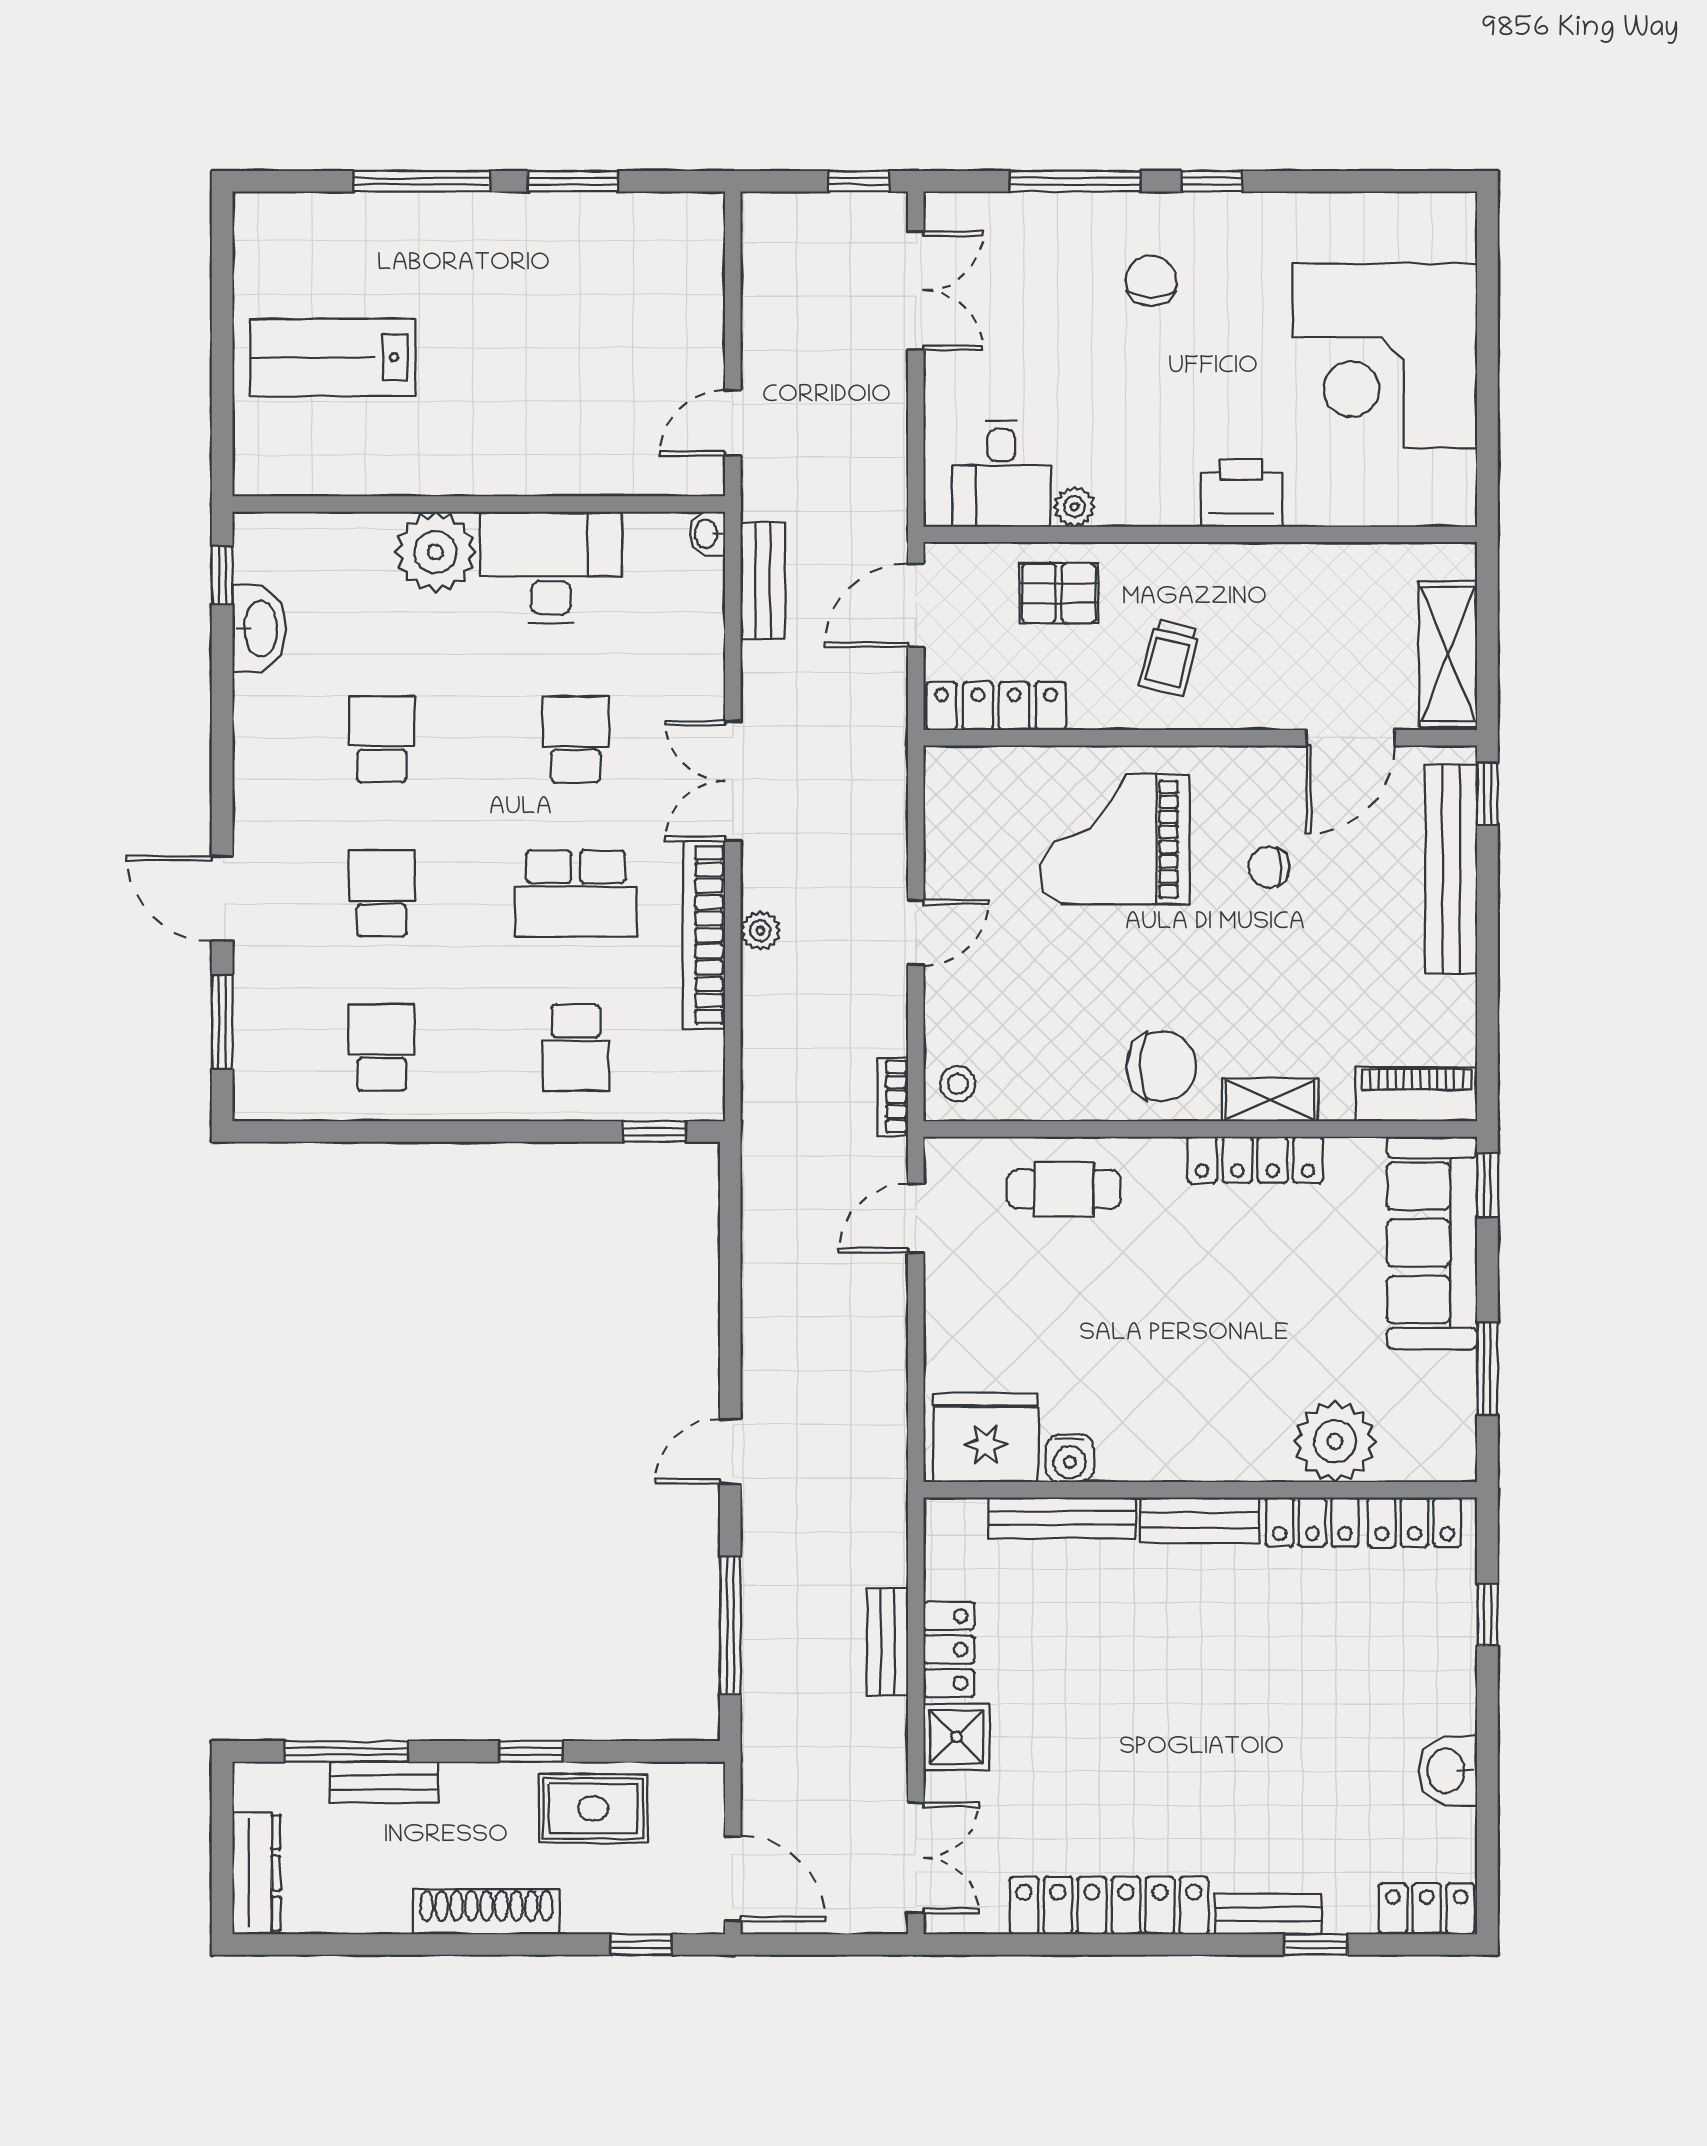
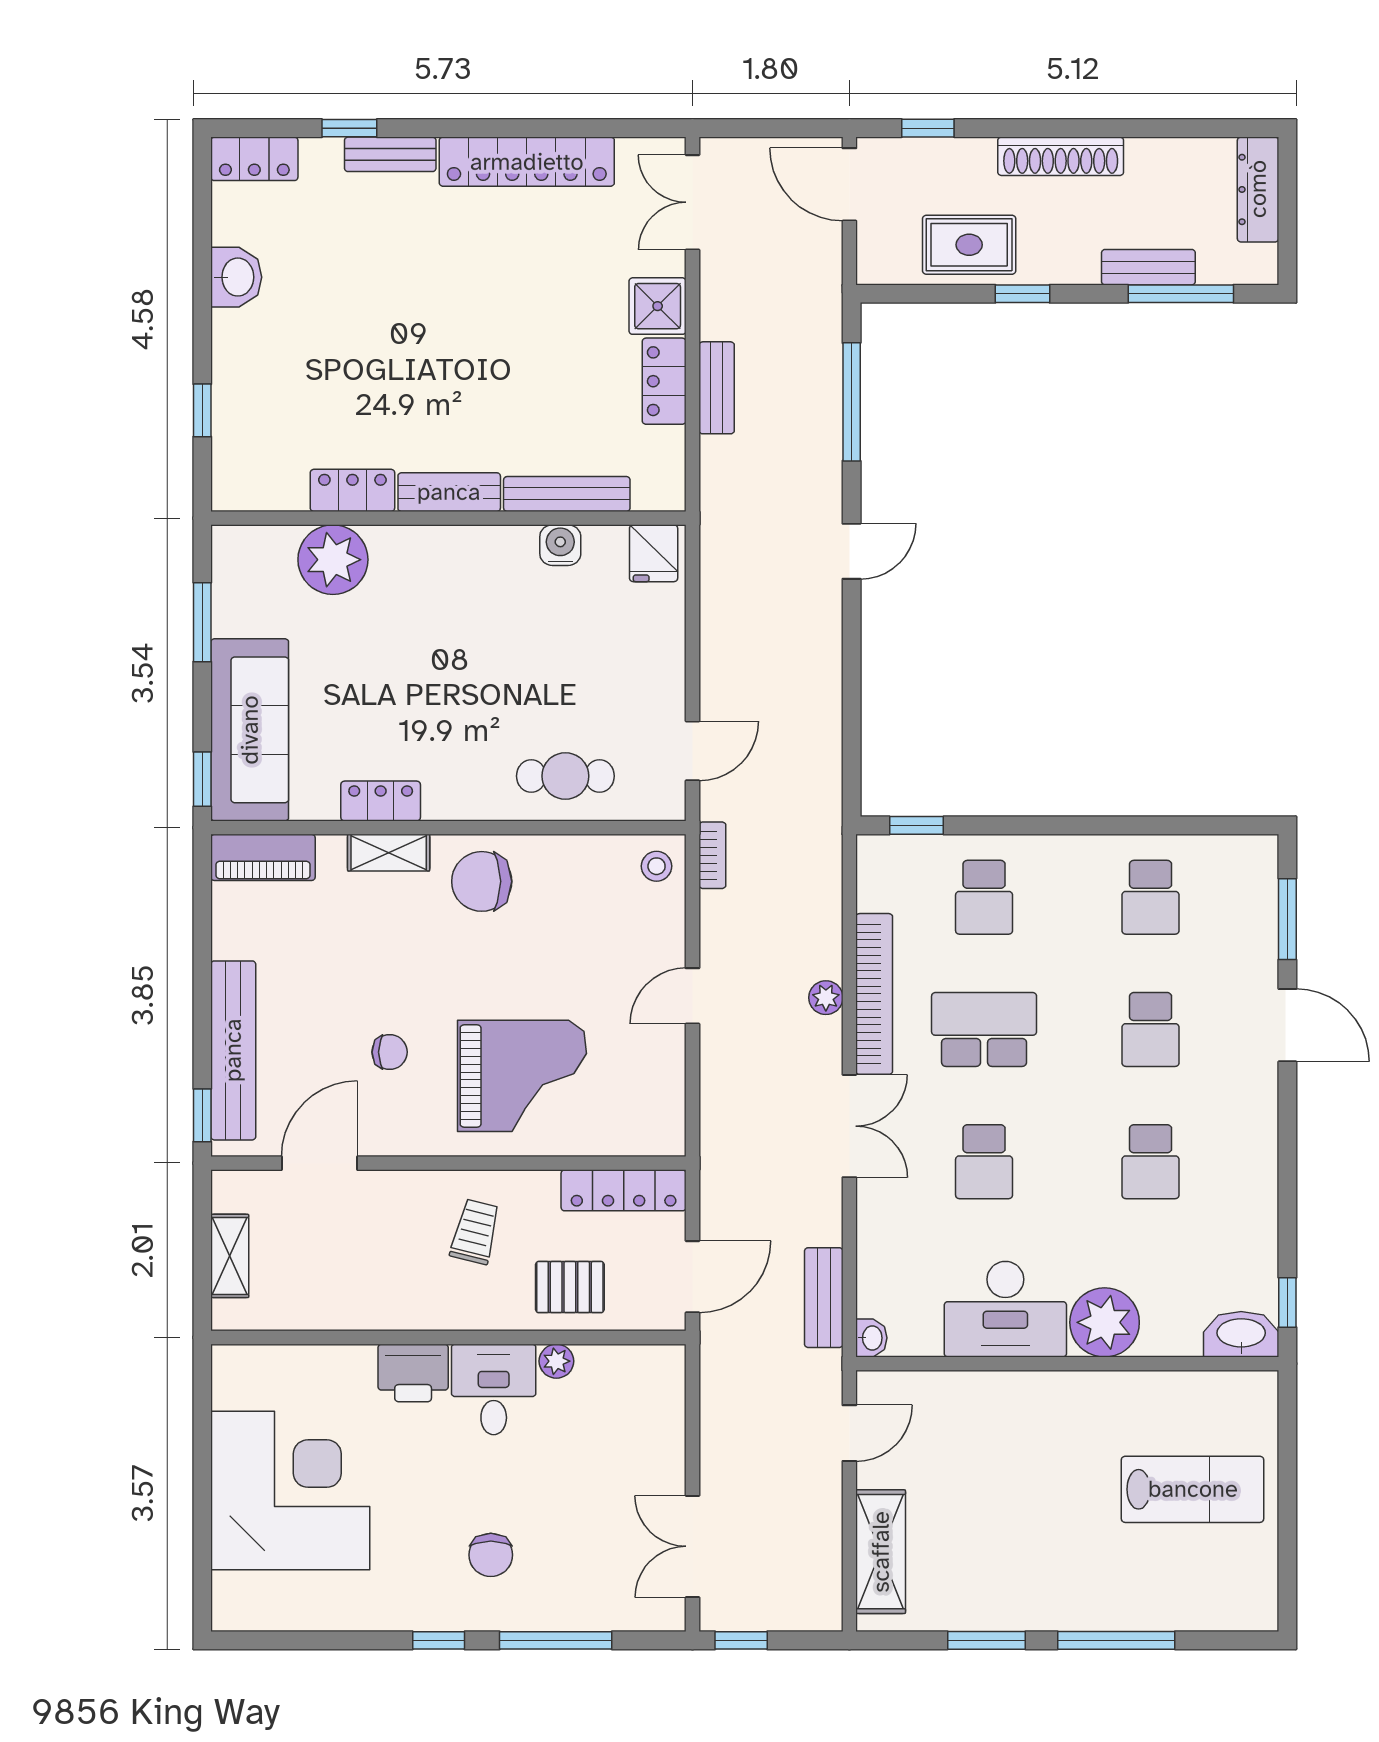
shelving: (696, 285) -> (881, 1552), added
desk: (1001, 474) -> (494, 1389), moved
washbasin: (259, 629) -> (1241, 1334), moved, turned 90
shelving: (1448, 654) -> (230, 1256), width x0.67, depth x0.75
school desk: (576, 1048) -> (984, 897), turned 180
locker: (1255, 1160) -> (381, 801), width x0.66
fridge: (986, 1438) -> (654, 553), width x0.53, depth x0.75
locker: (1415, 1522) -> (265, 490), removed

